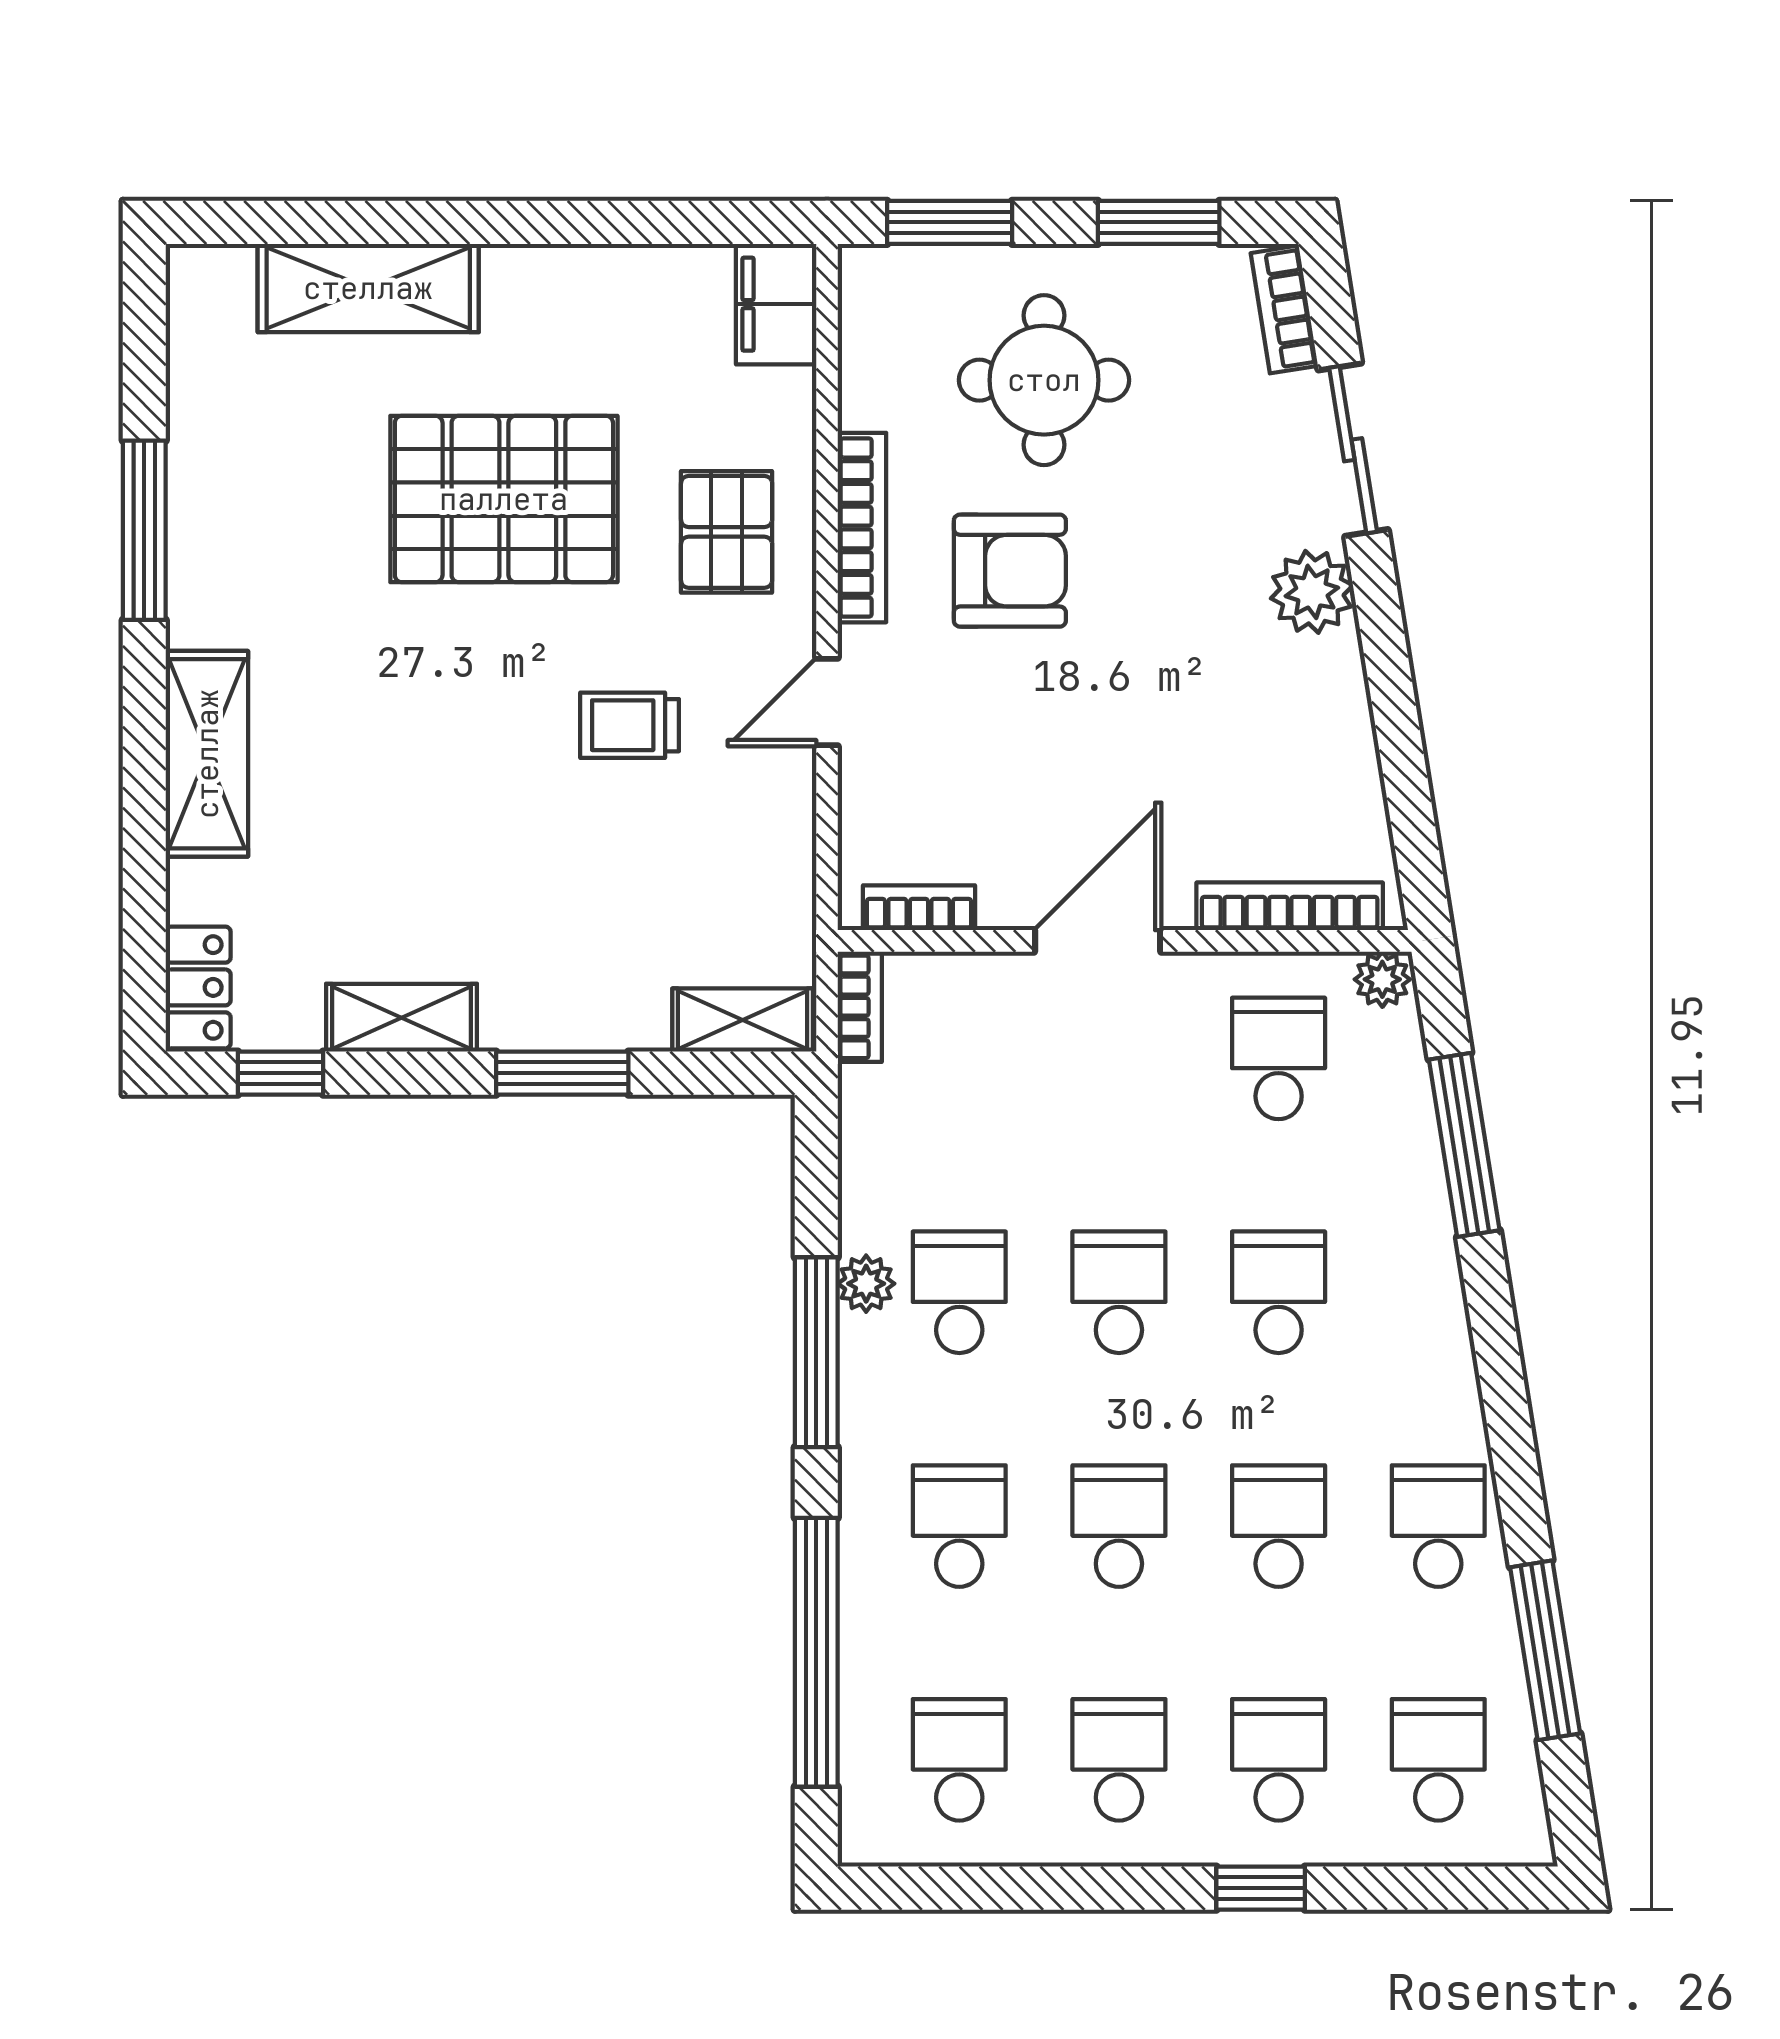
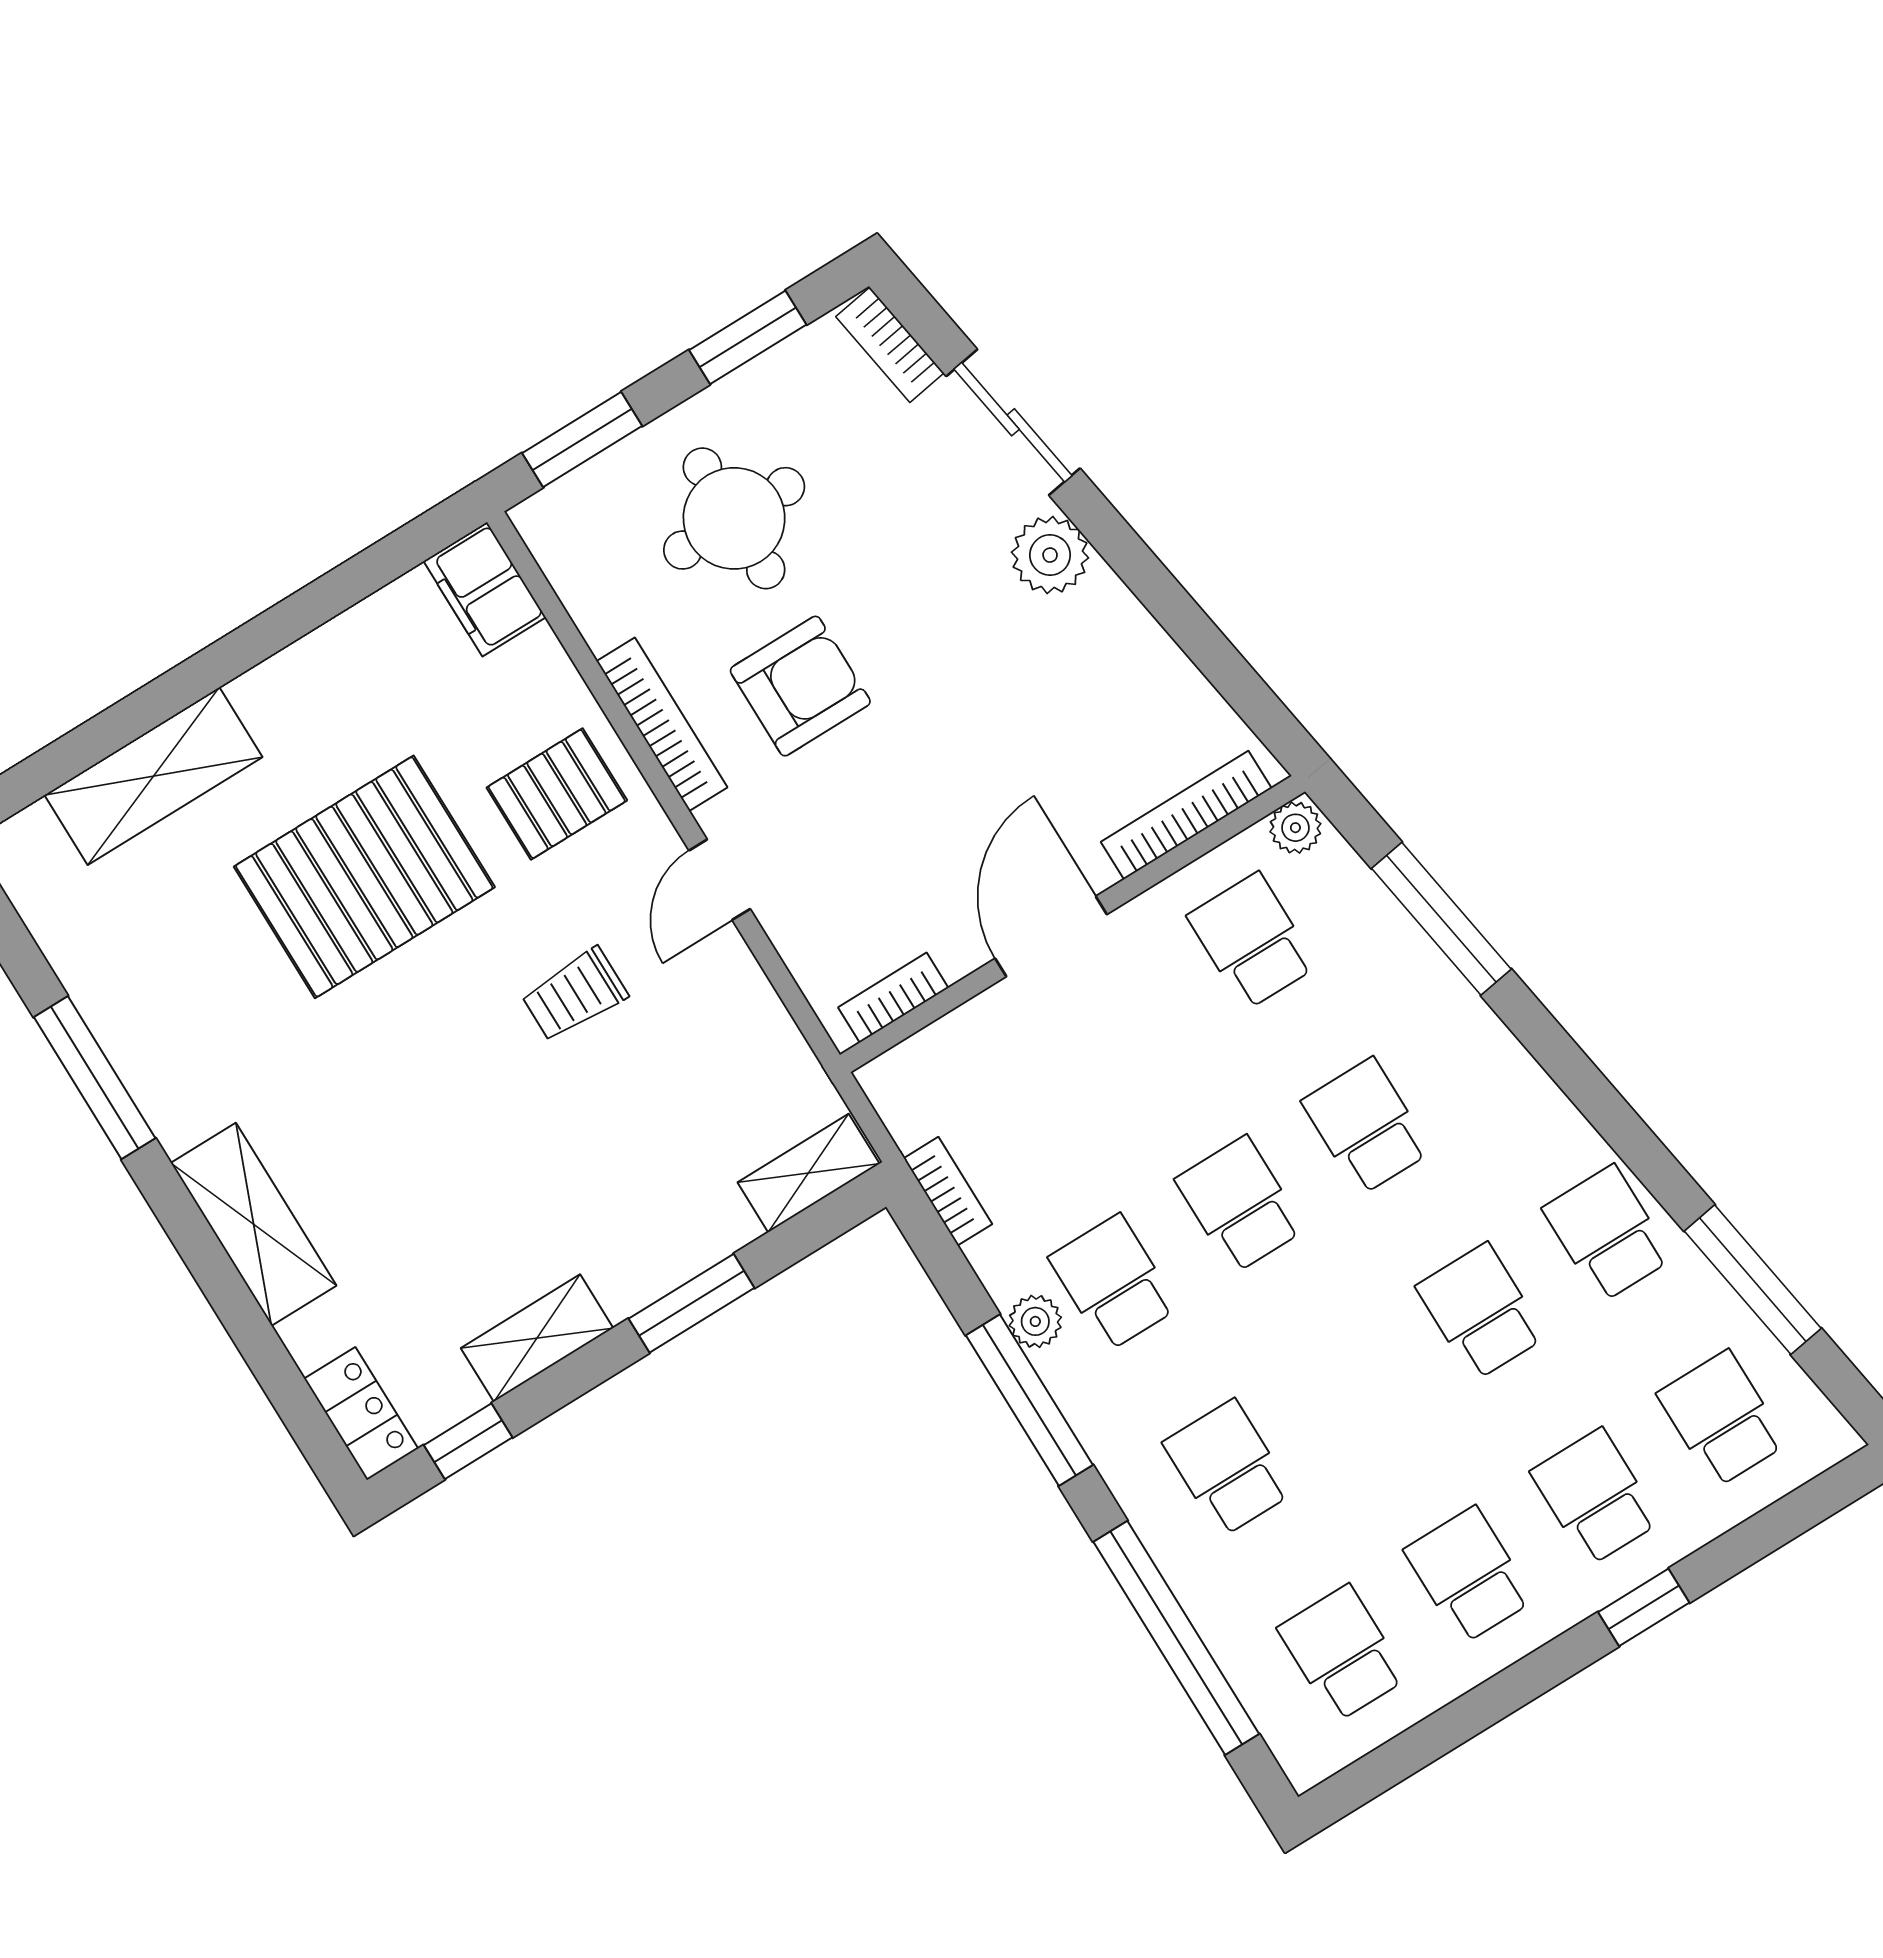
pallet: (727, 532) -> (557, 794), turned 90
bookcase: (860, 1007) -> (948, 1191), moved
school desk: (1119, 1526) -> (1354, 1390), removed

